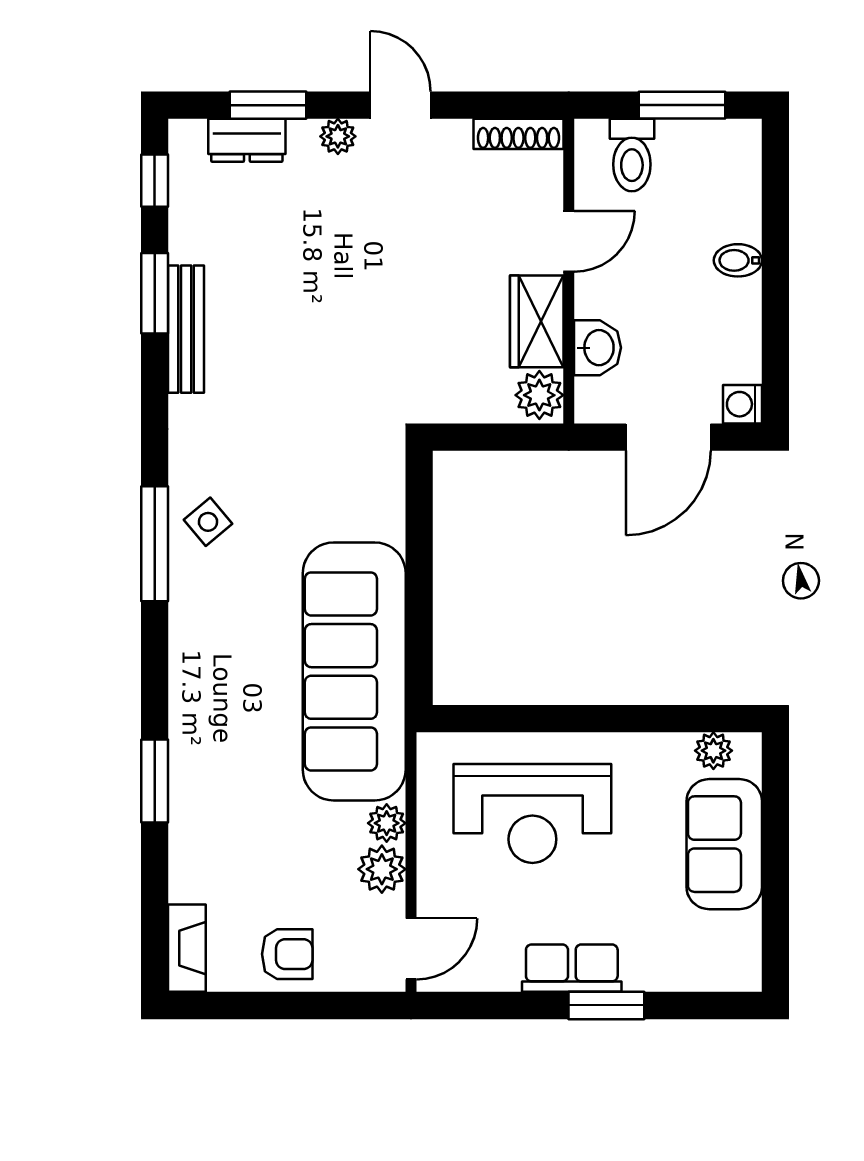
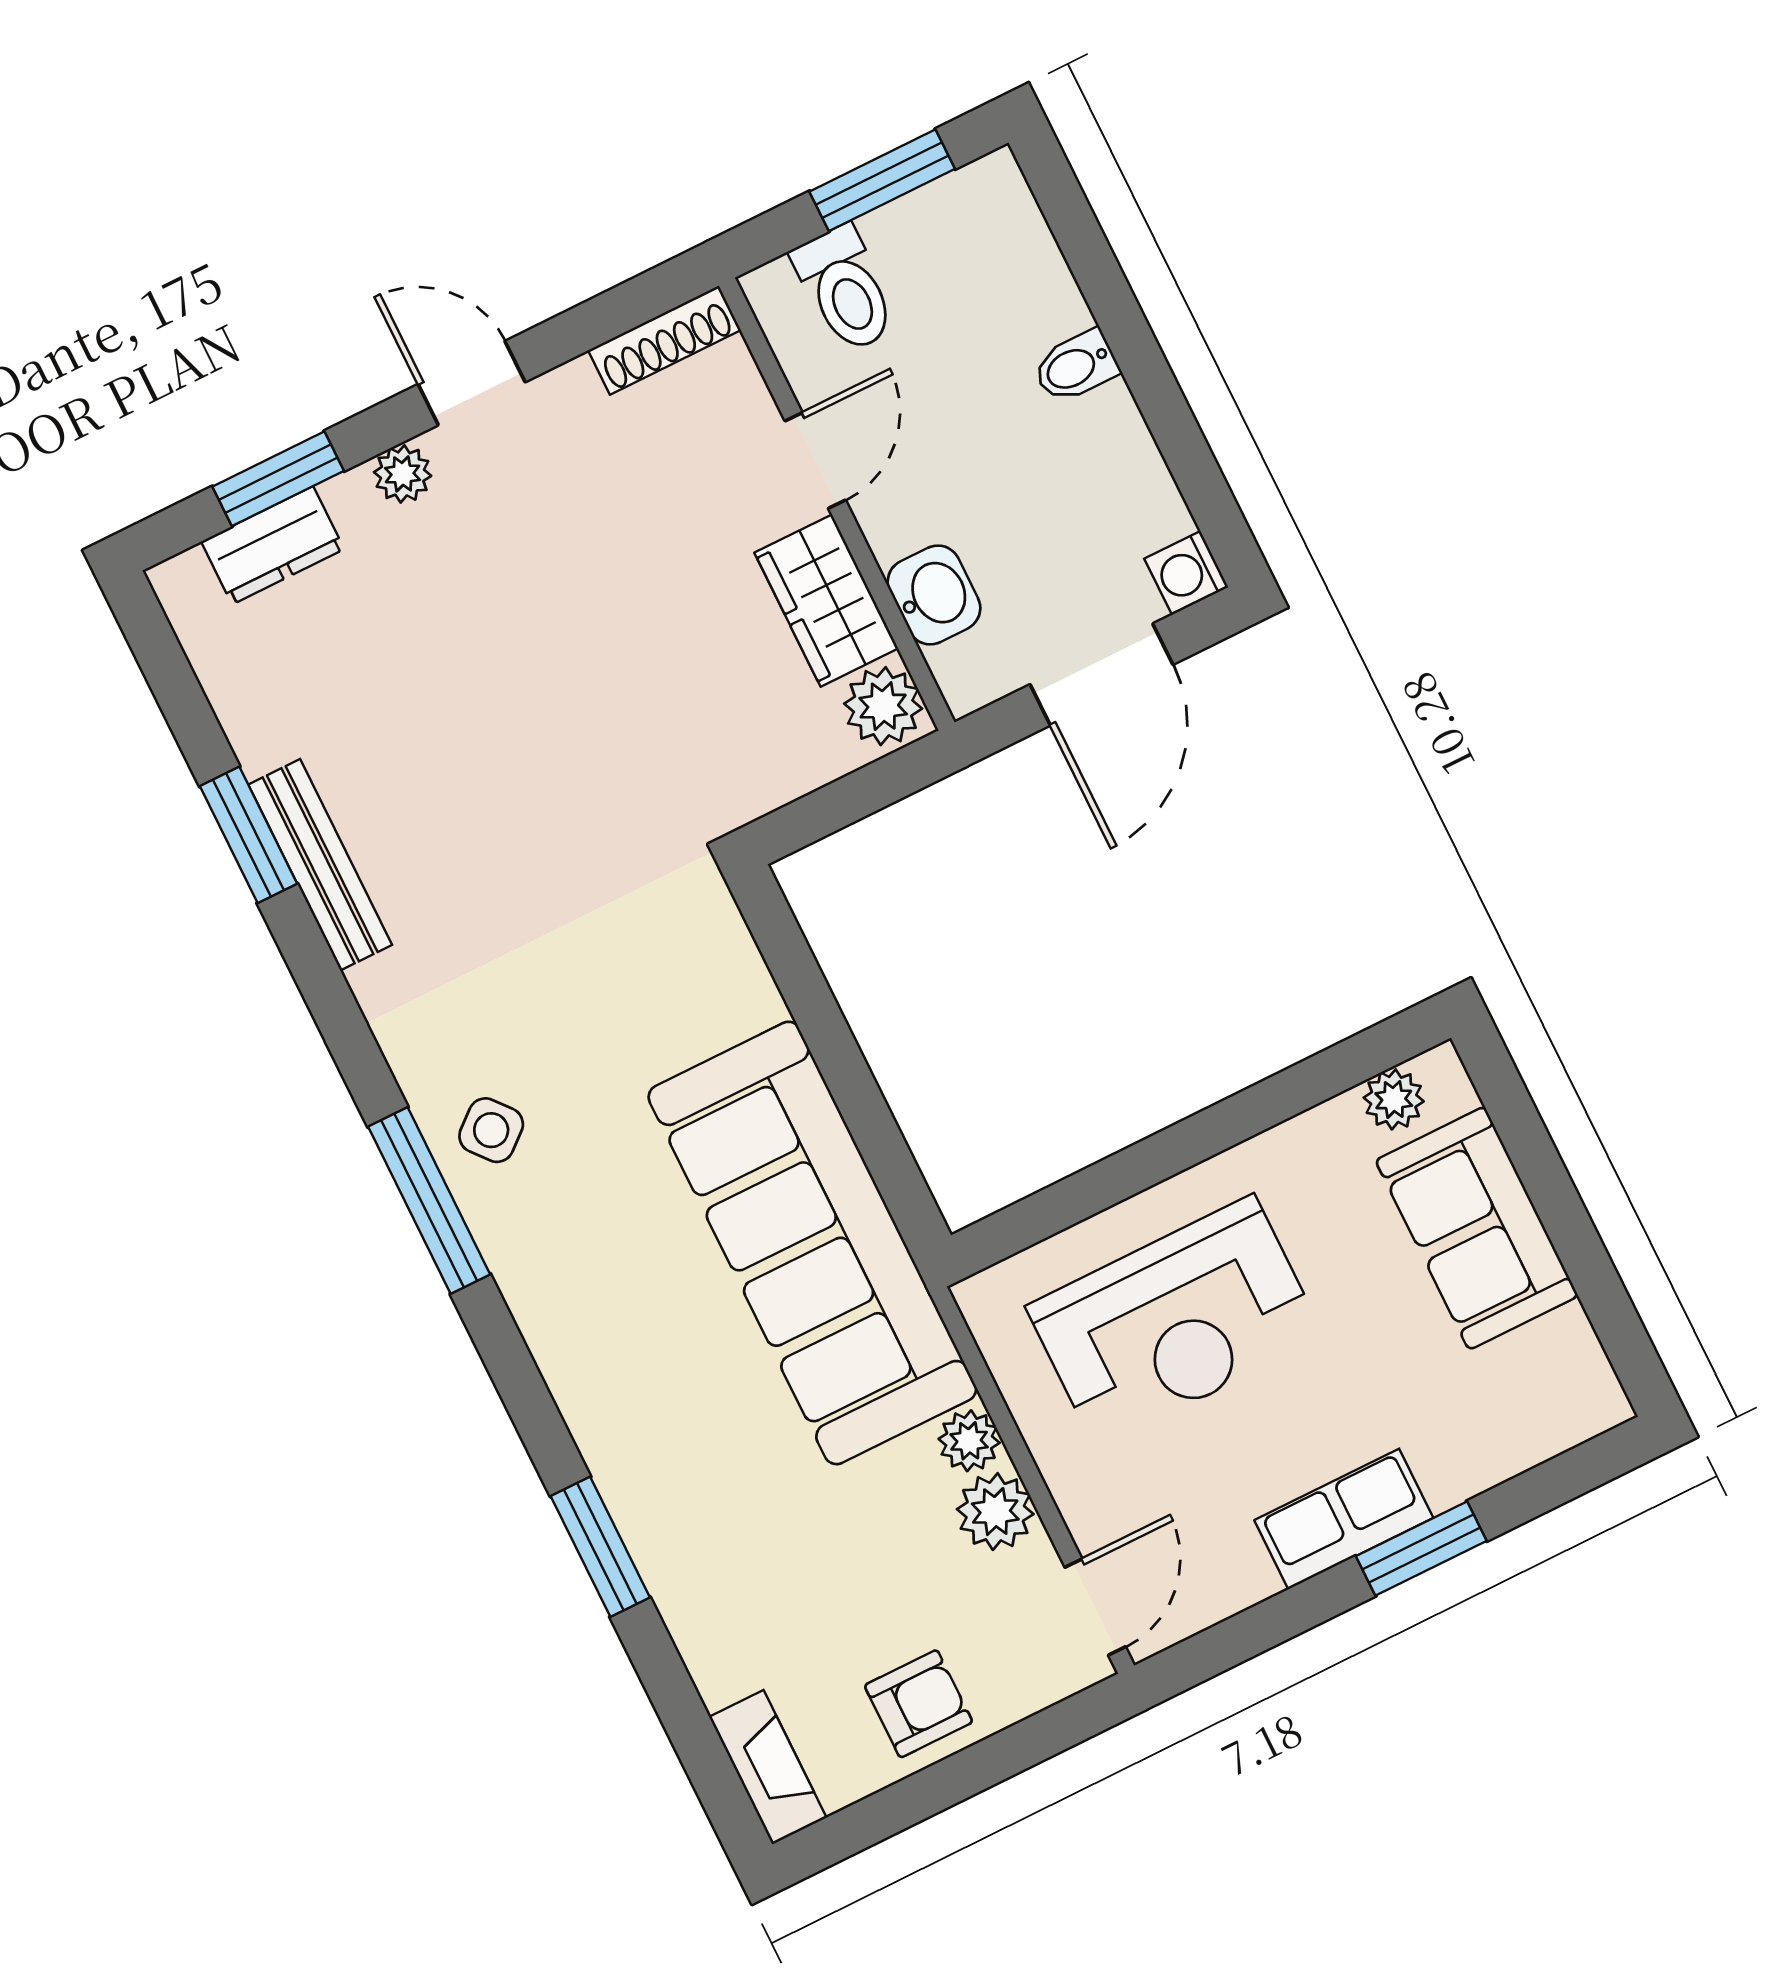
window: (155, 181) -> (167, 671), removed

